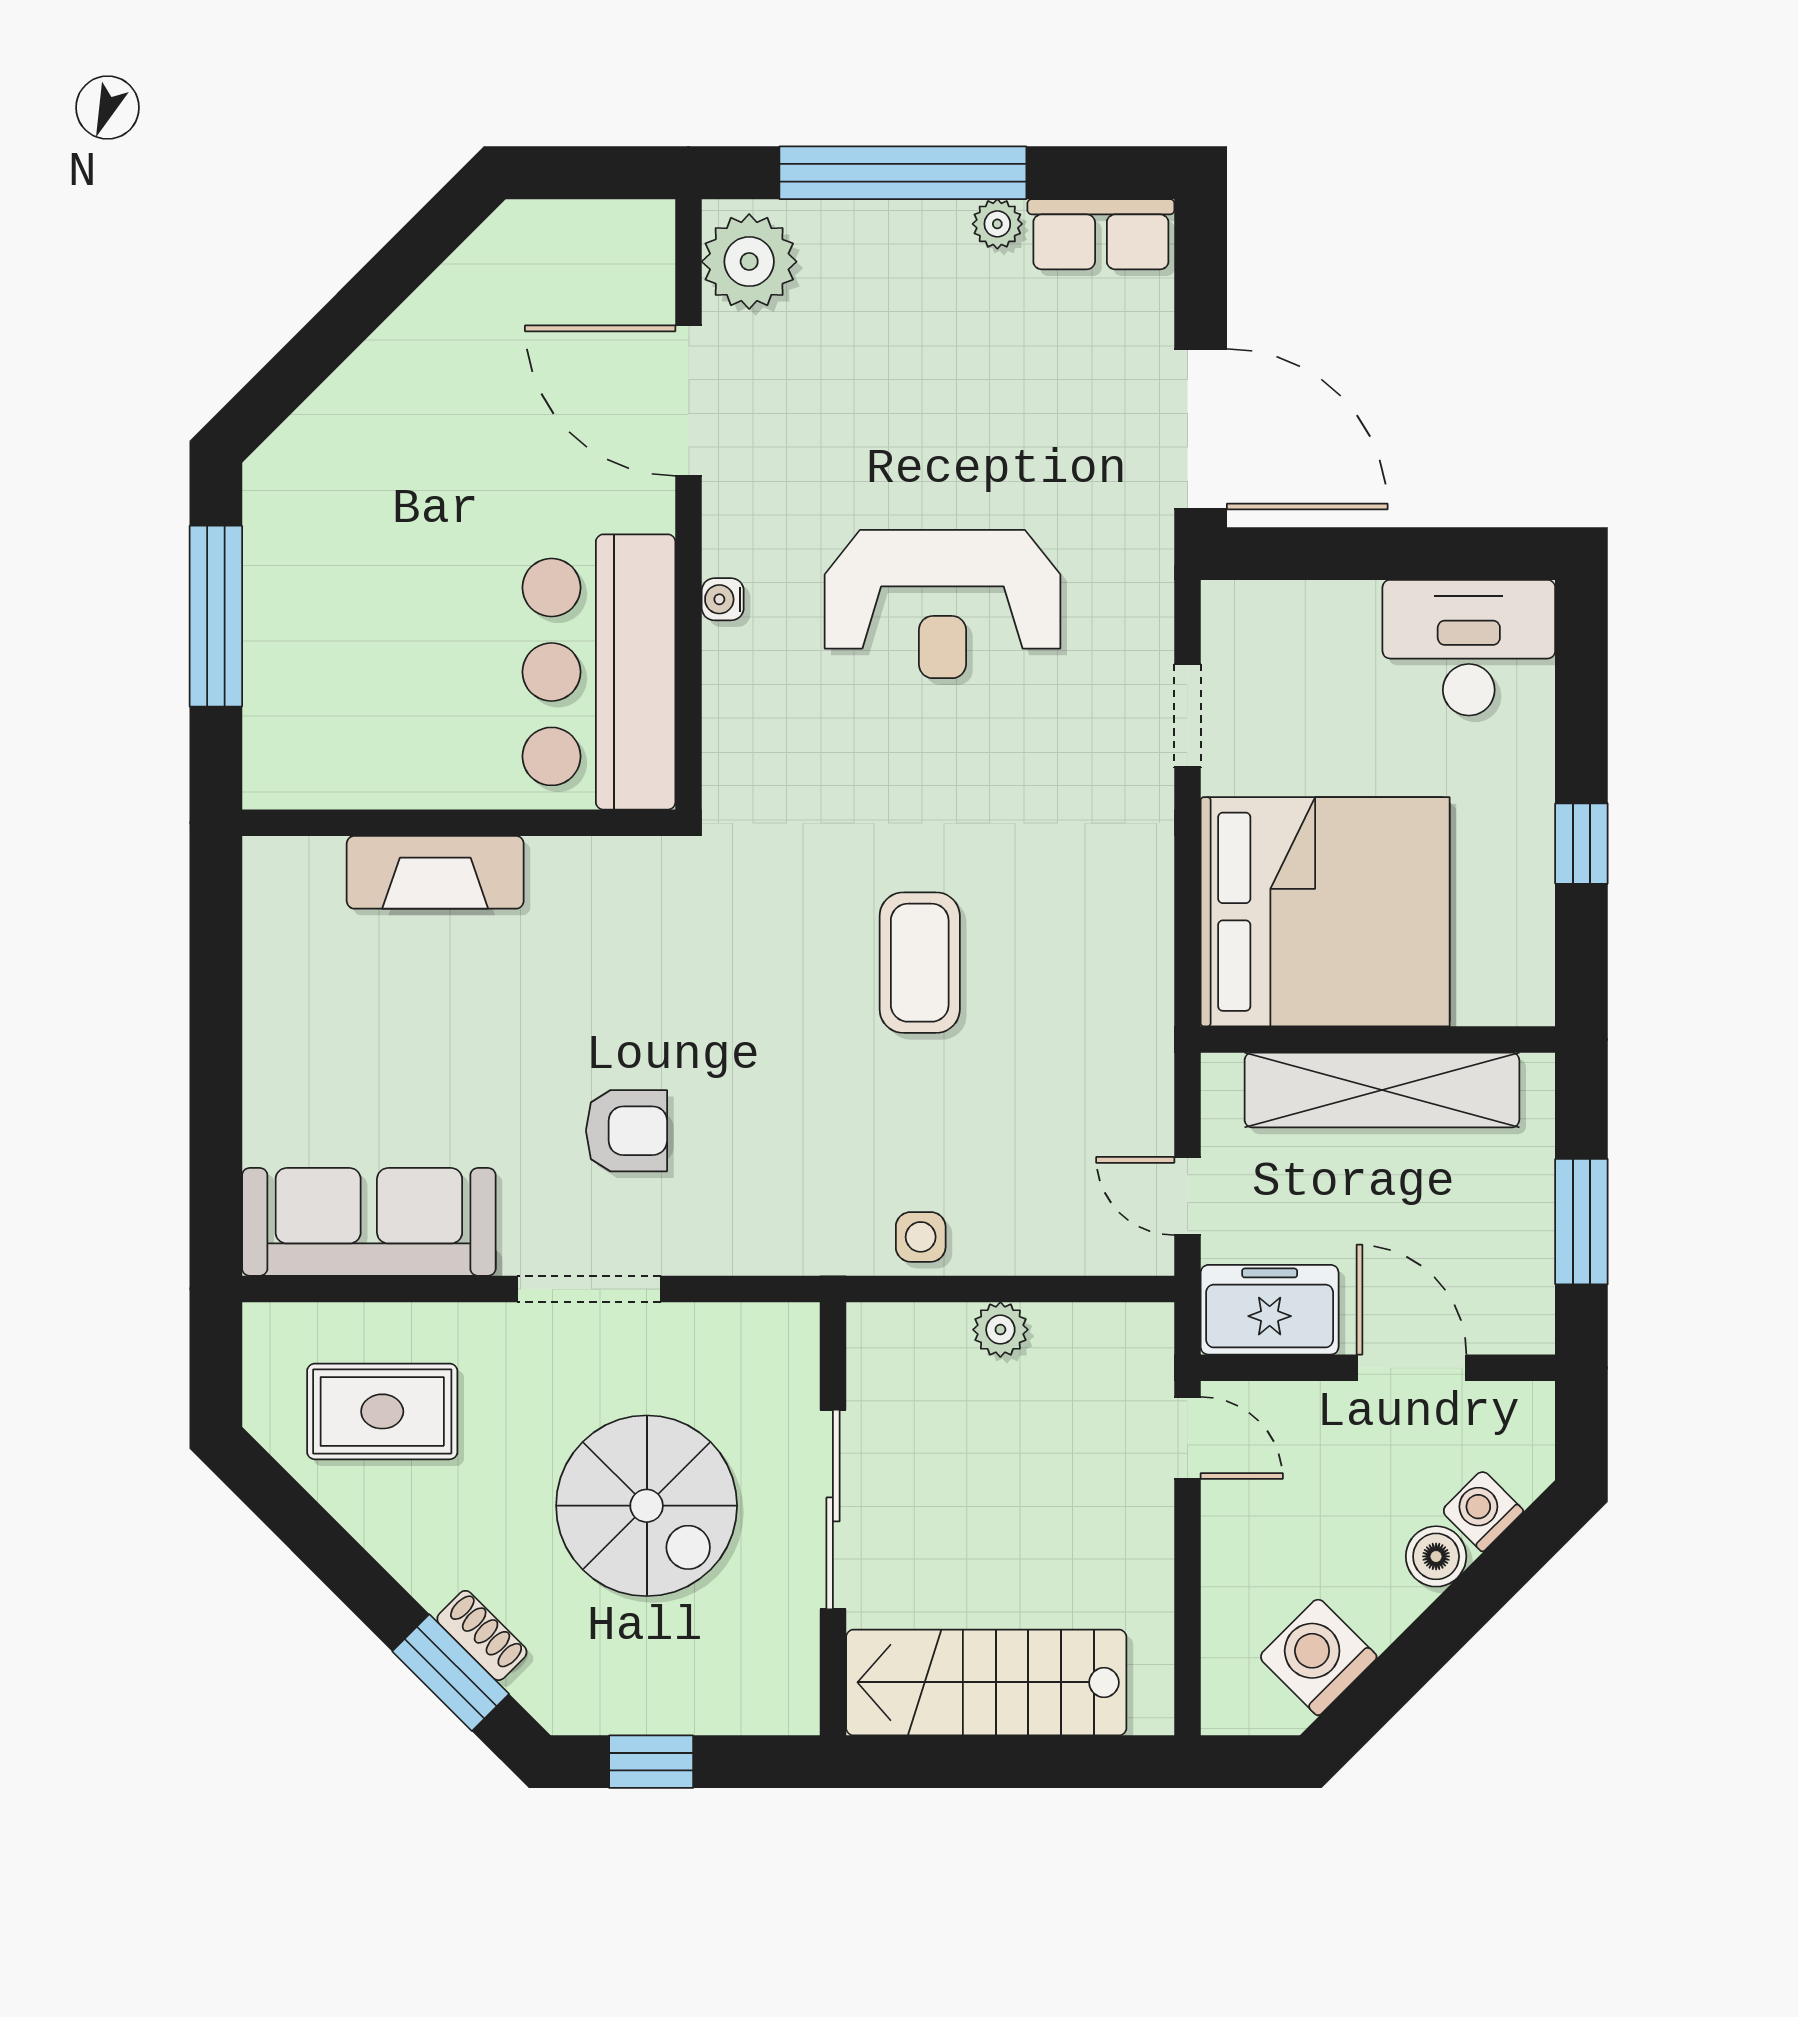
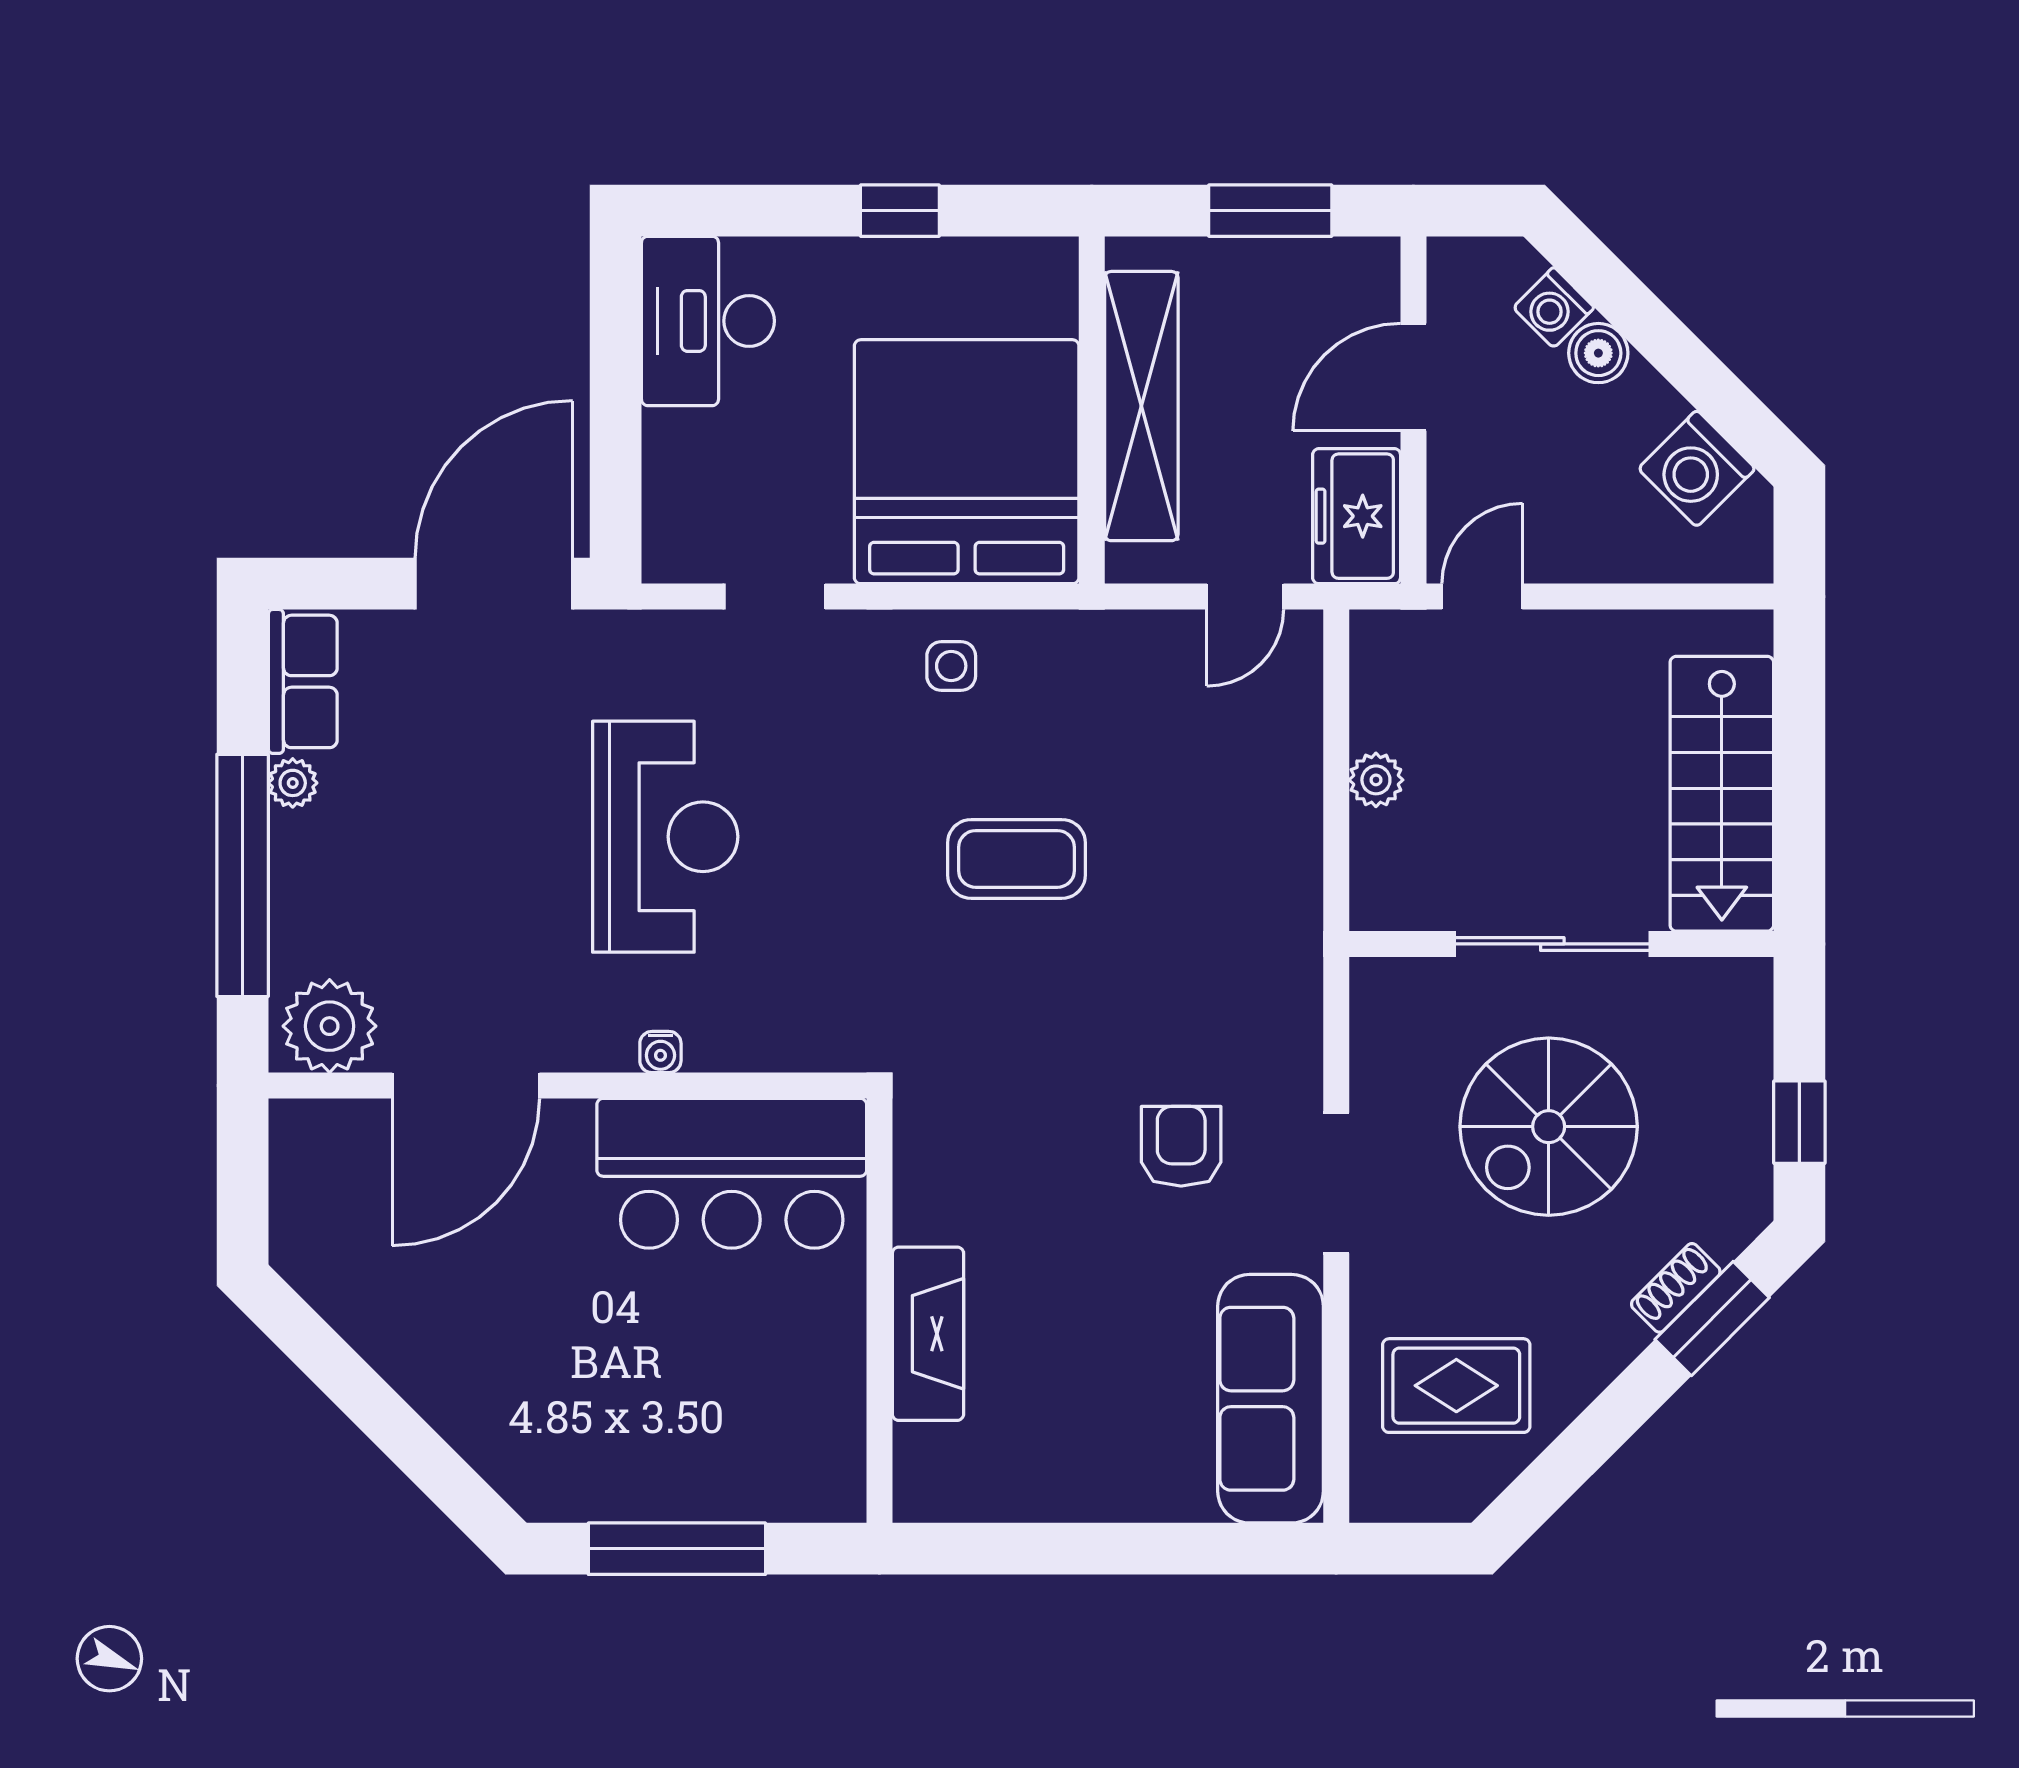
side table: (921, 1237) -> (951, 666), moved
rug: (382, 1411) -> (1456, 1386), turned 90
spiral stairs: (647, 1506) -> (1549, 1127), turned 180

